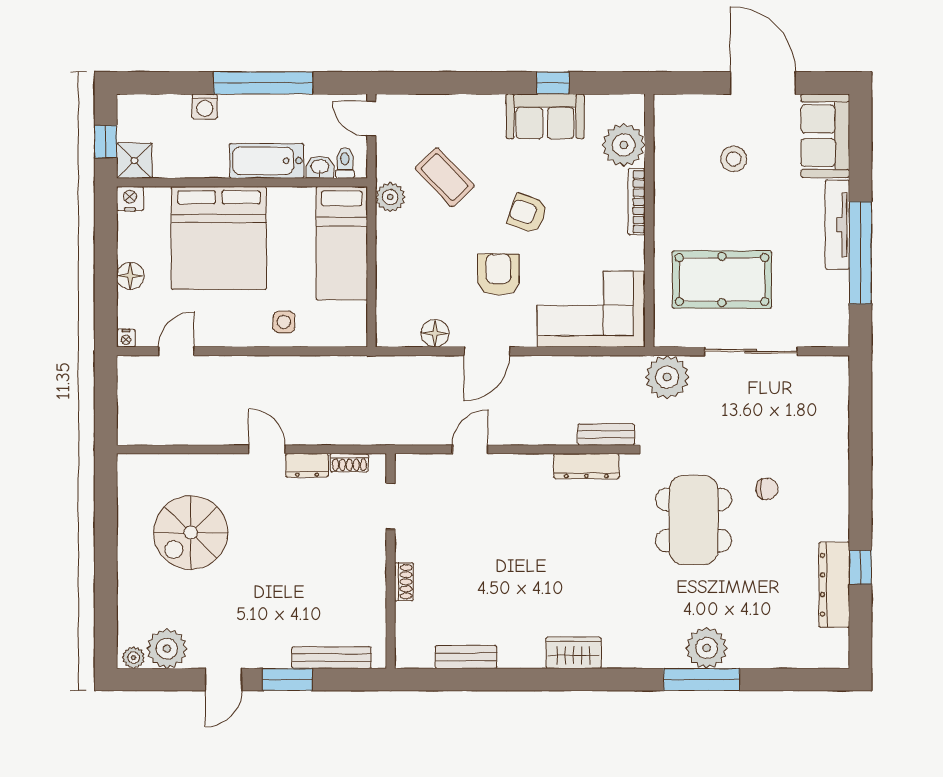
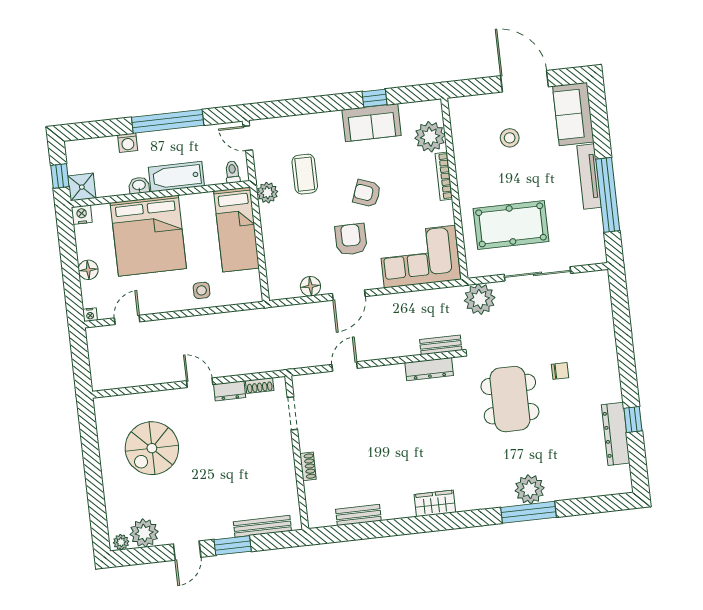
washbasin: (320, 167) -> (139, 185), moved
coffee table: (445, 177) -> (305, 174), turned 44

